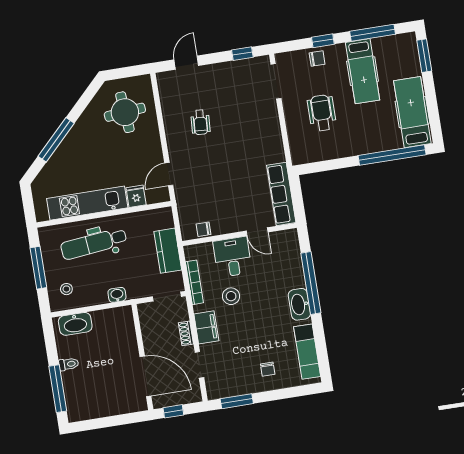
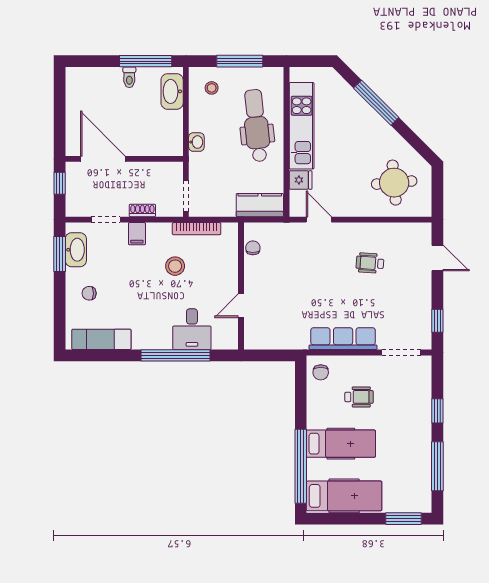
chair: (317, 59) -> (321, 372), moved
hospital bed: (363, 71) -> (341, 444), moved, turned 180
wheelchair: (322, 113) -> (359, 397), width x0.73, depth x0.73
row of seats: (281, 194) -> (343, 339), moved
kitchen counter: (168, 251) -> (260, 205), moved
desk: (232, 257) -> (192, 329), moved, turned 90
washbasin: (299, 304) -> (76, 250), moved, turned 90
filing cabinet: (206, 327) -> (137, 234), width x0.50
door: (145, 376) -> (103, 159), swing flipped
window: (58, 389) -> (146, 61), moved

